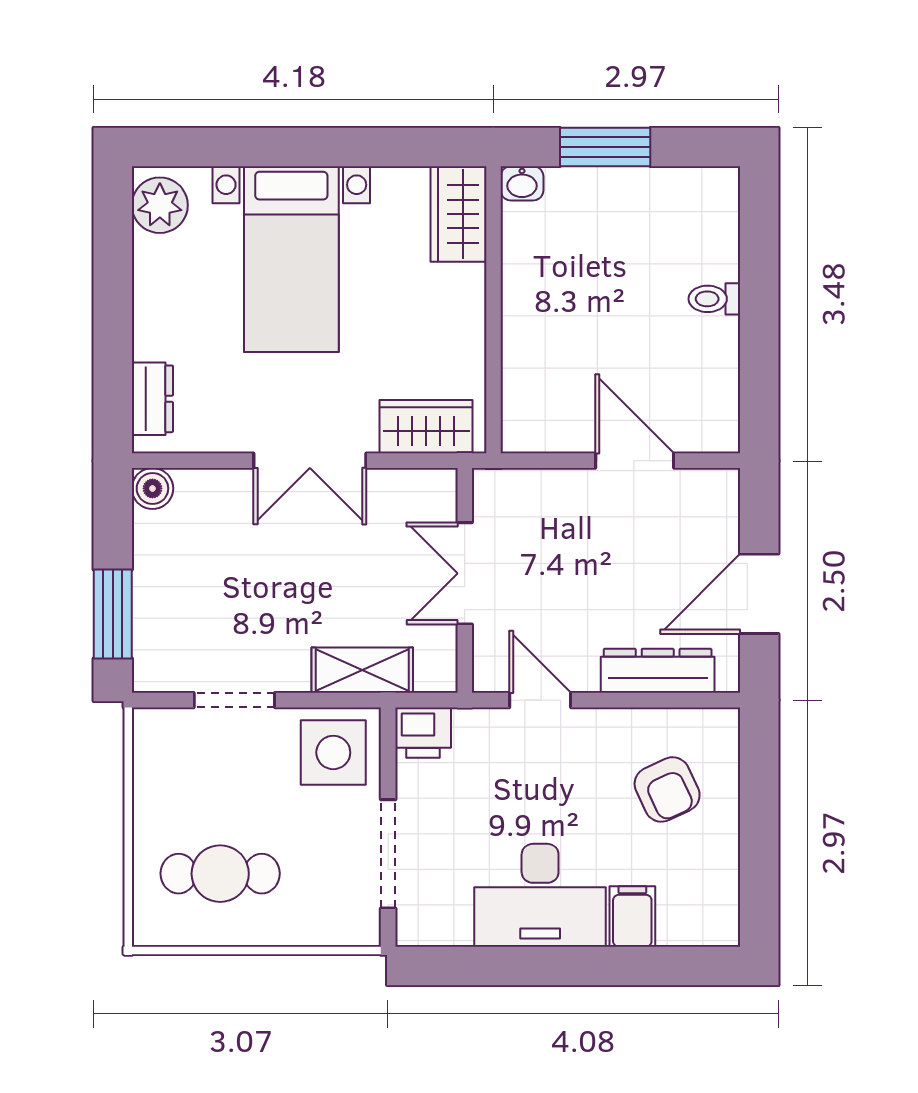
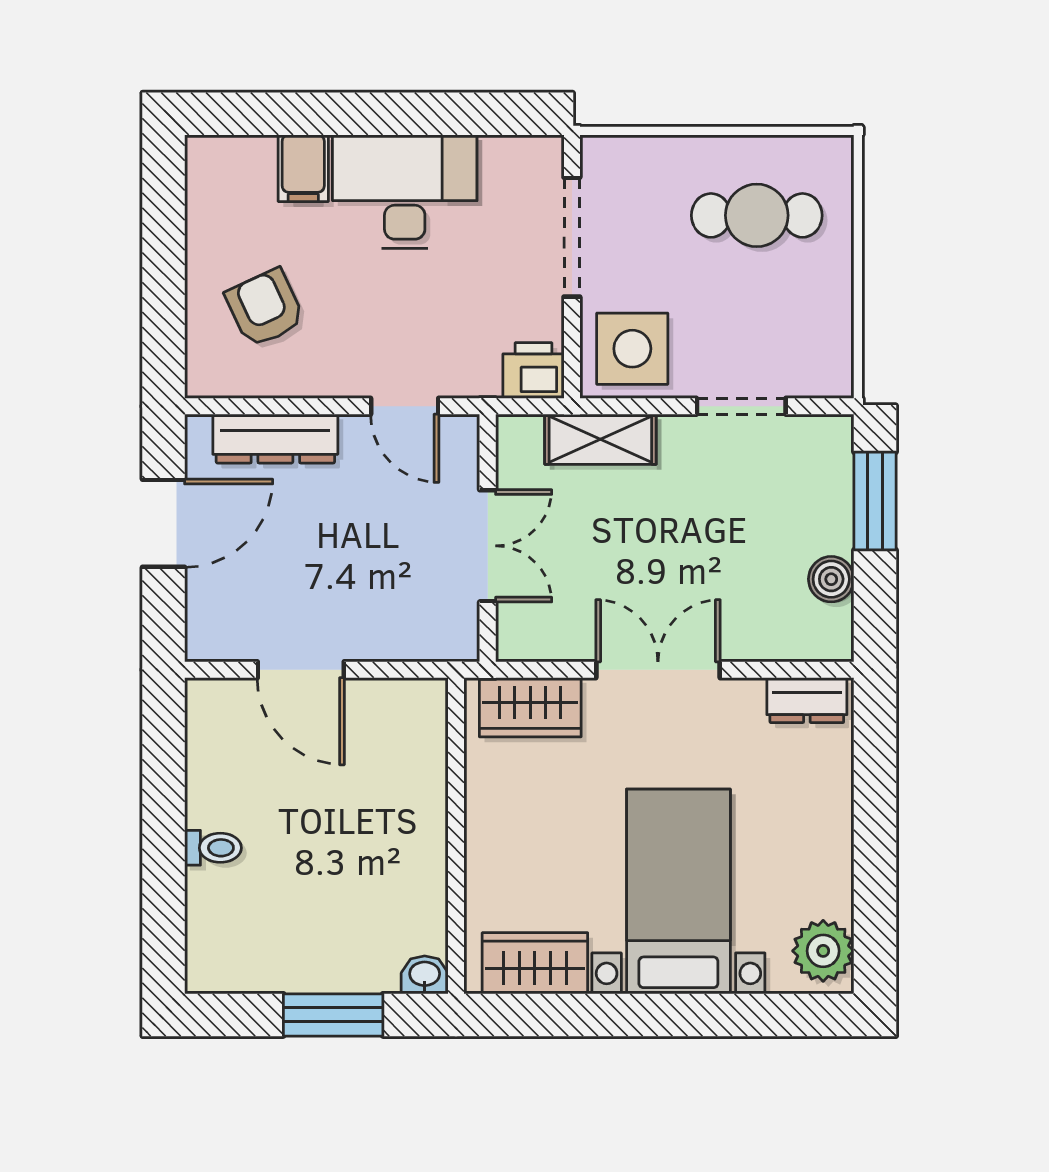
wardrobe: (458, 214) -> (535, 963), moved, turned -90
dresser: (152, 399) -> (807, 700), moved, turned -90
boiler: (152, 488) -> (831, 579), moved

